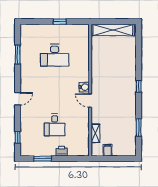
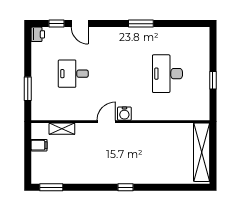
window: (18, 55) -> (141, 24), moved
door: (18, 99) -> (80, 24), moved
window: (139, 127) -> (51, 187), moved
printer: (62, 151) -> (38, 34), moved
window: (43, 159) -> (28, 89), moved

